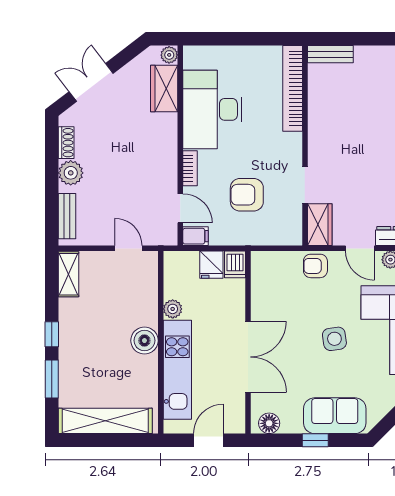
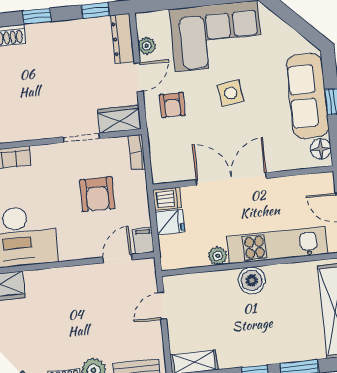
bookcase: (190, 168) -> (137, 152), moved, turned -90
armchair: (315, 266) -> (172, 105), moved
double door: (248, 357) -> (231, 179), moved
sofa: (335, 416) -> (308, 96), width x1.36

